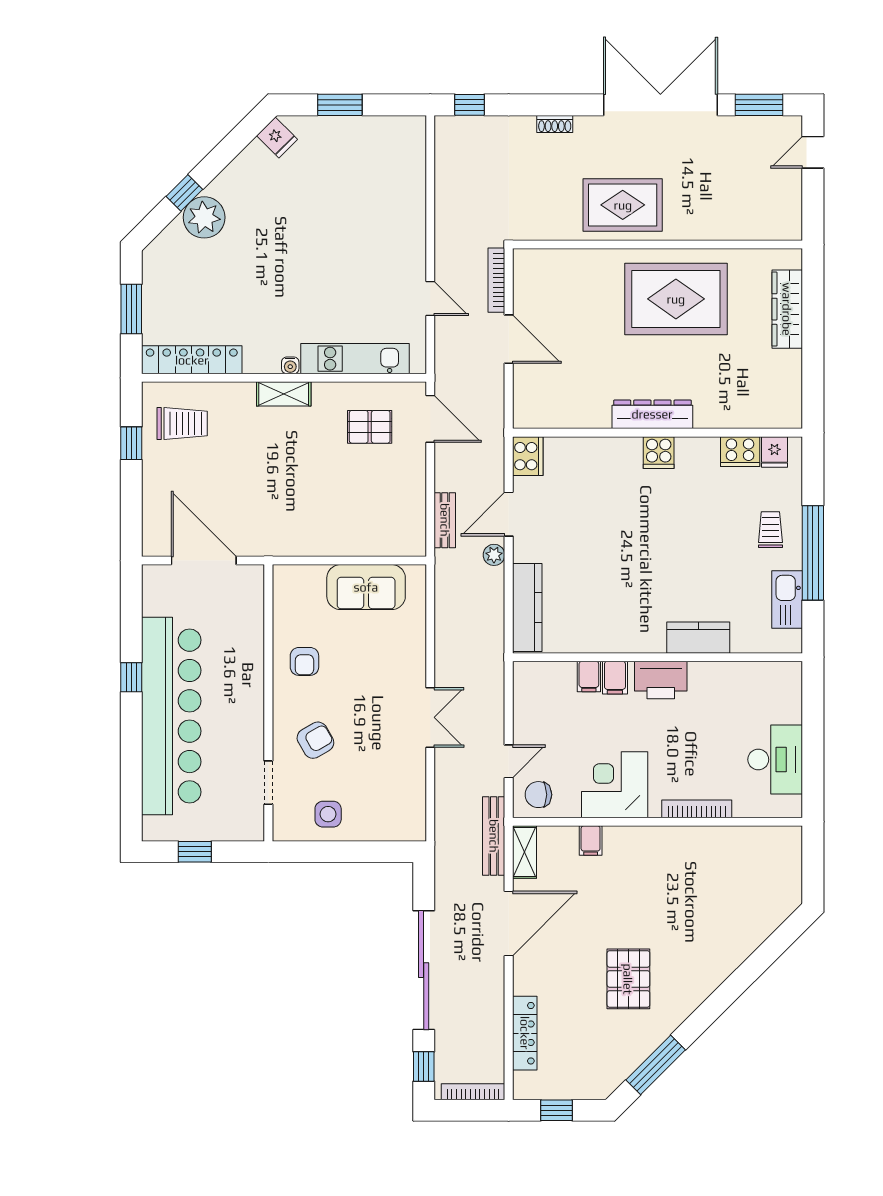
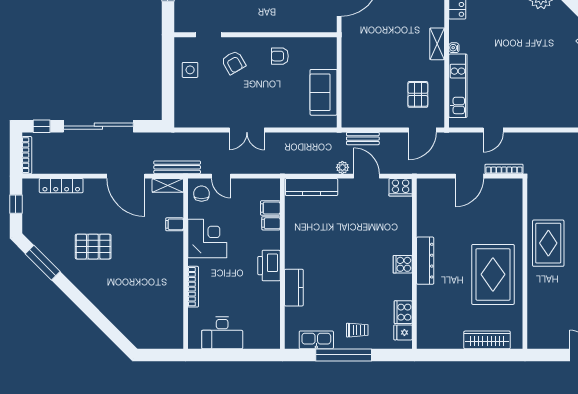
filing cabinet: (615, 678) -> (270, 208), moved

